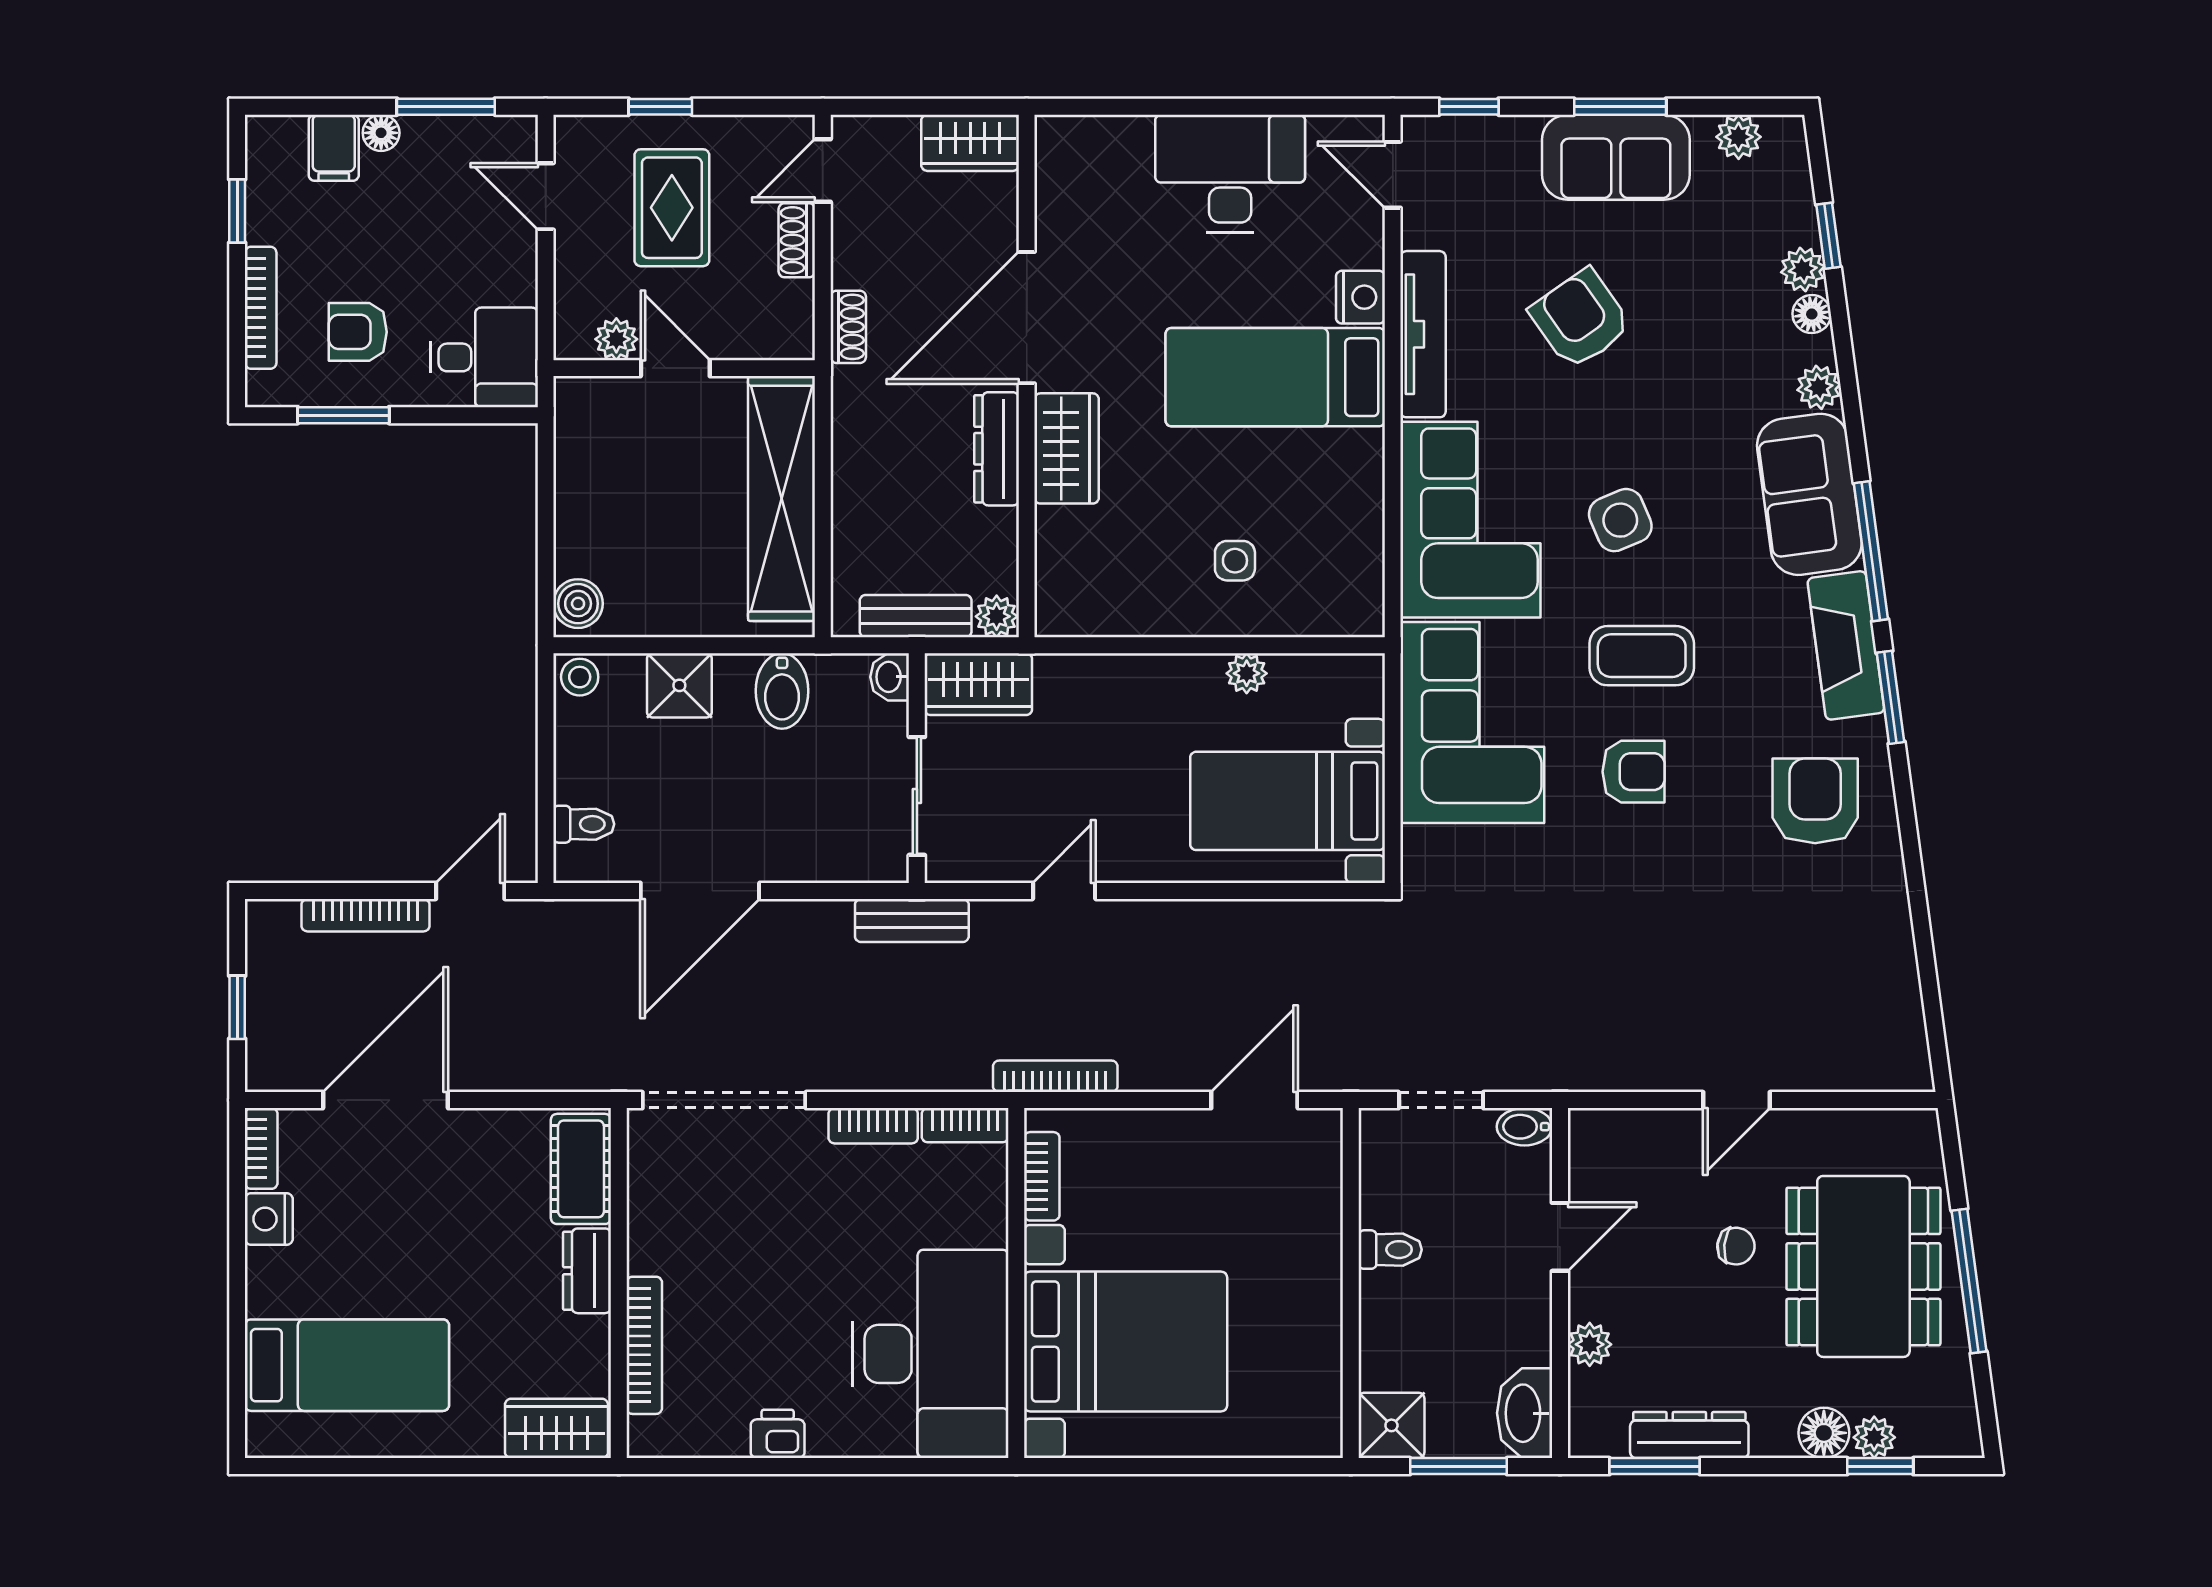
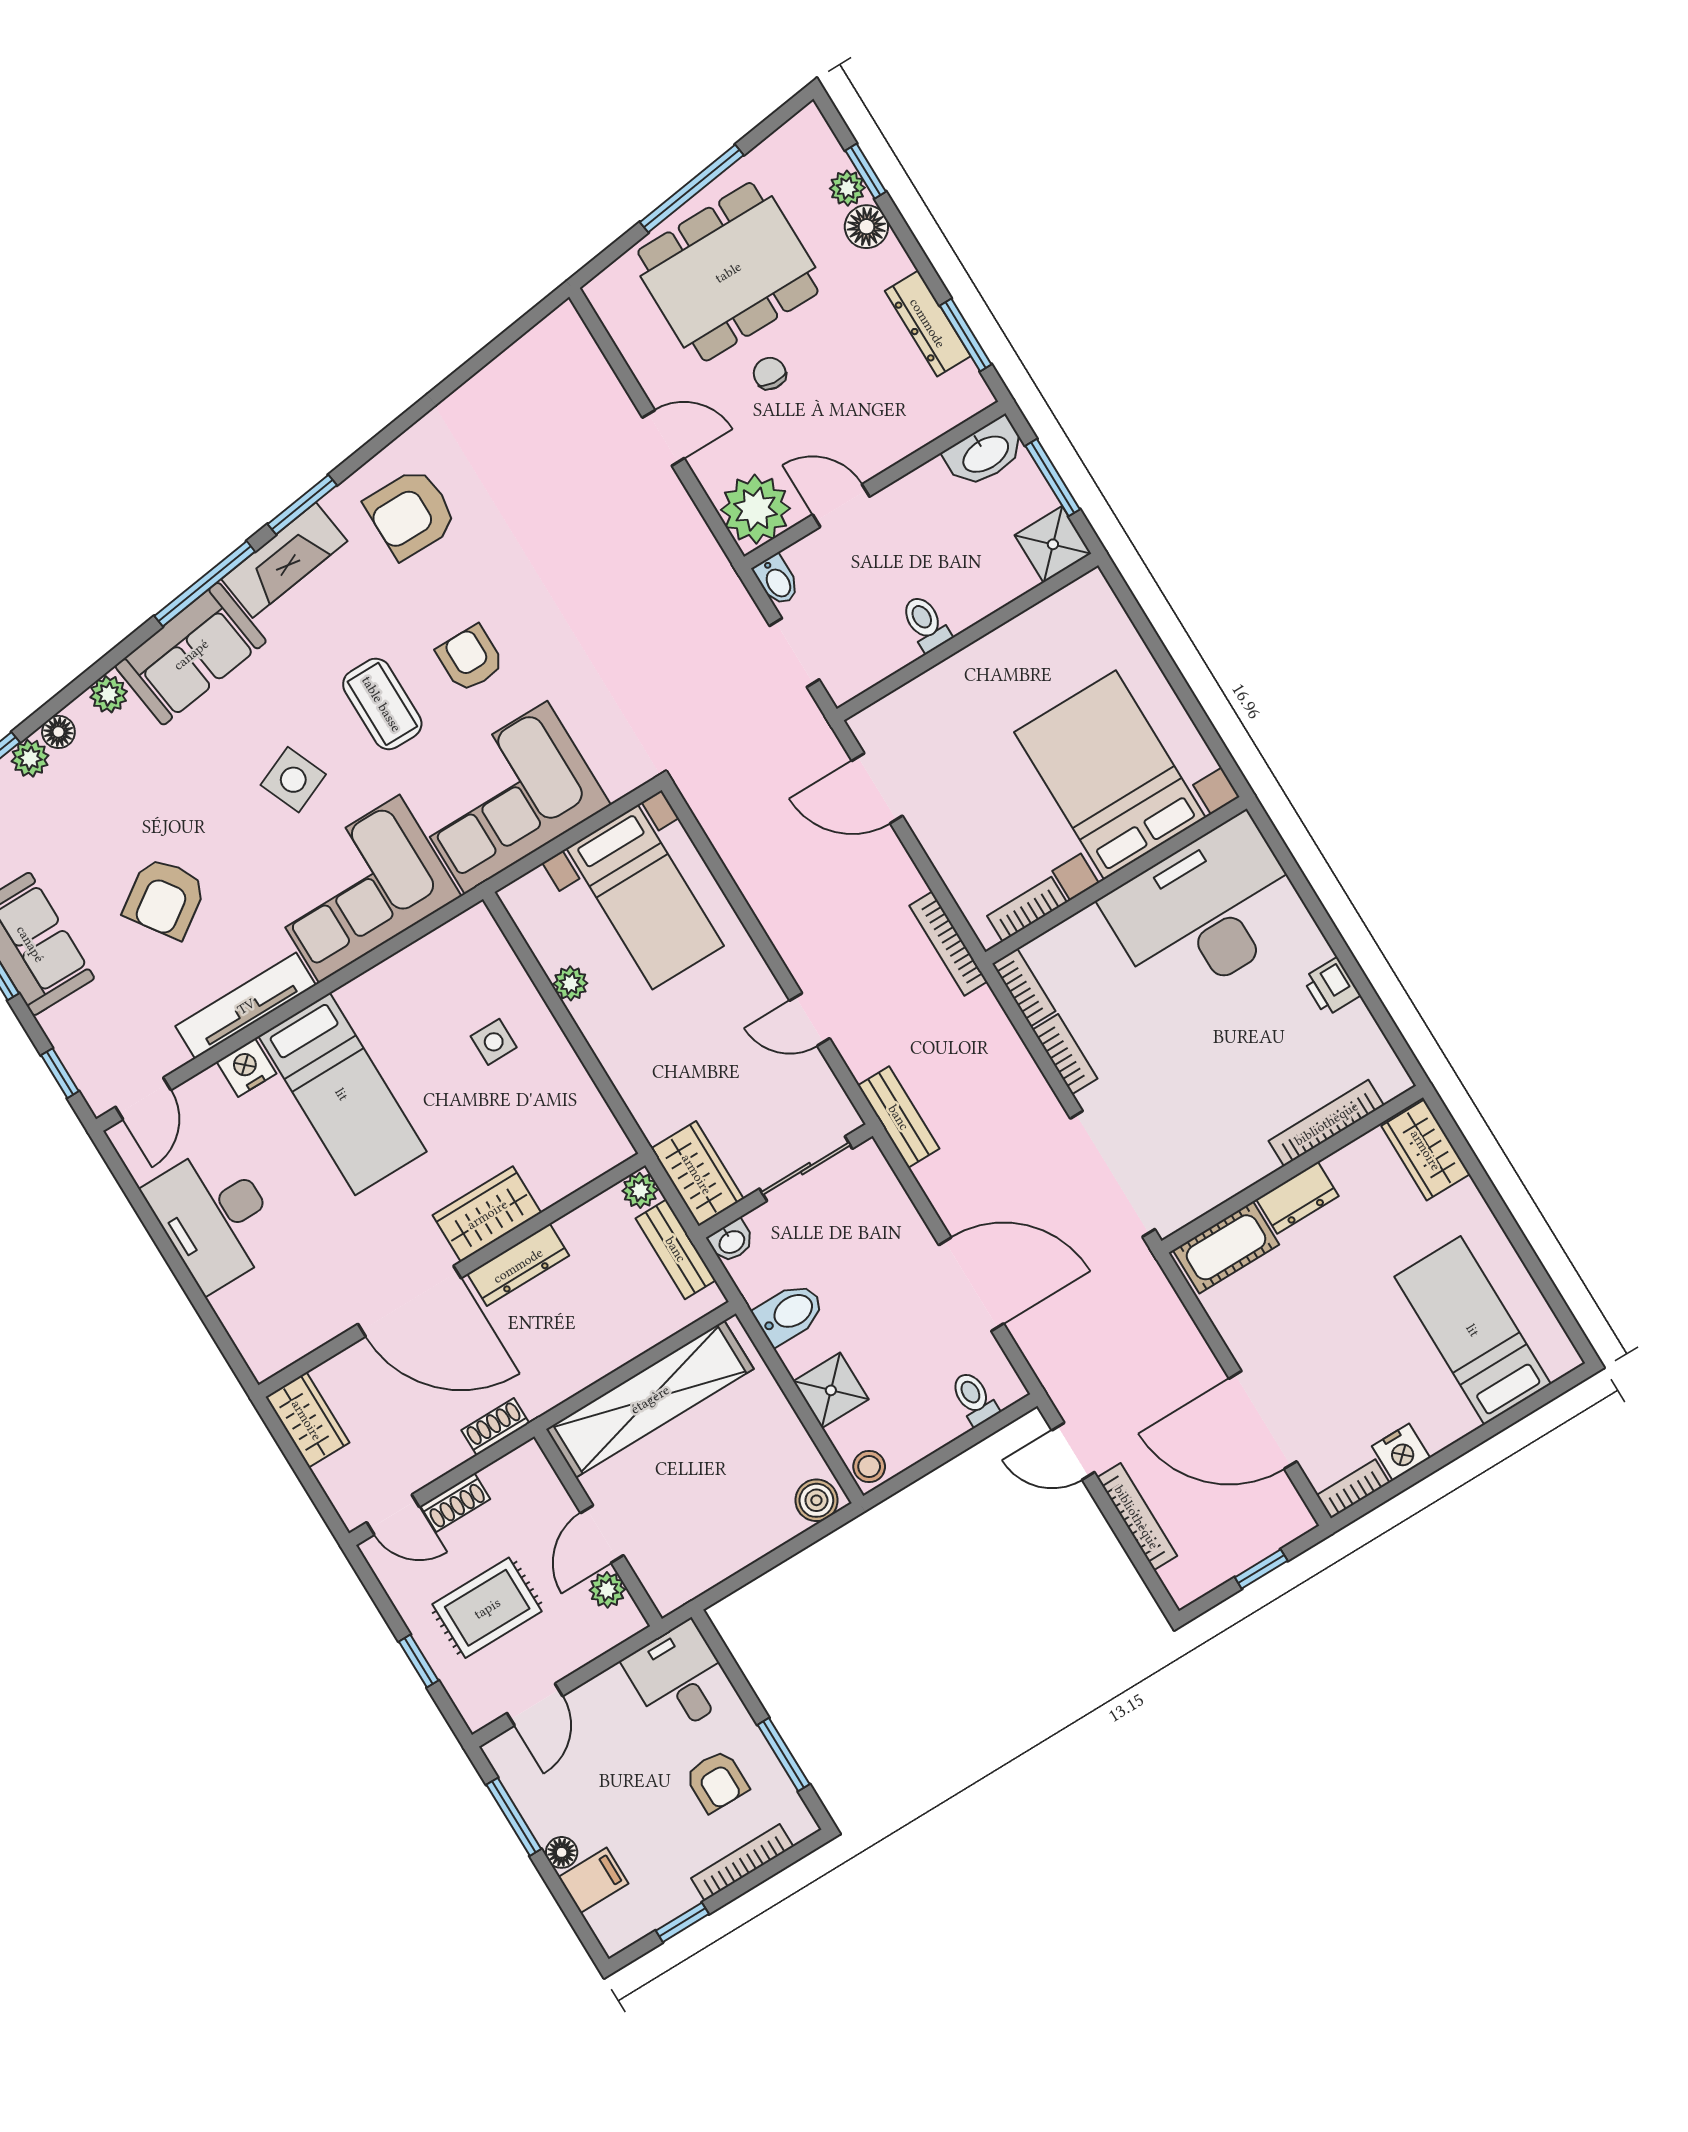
plant: (1590, 1344) -> (755, 509), moved, width x1.87, depth x1.87

